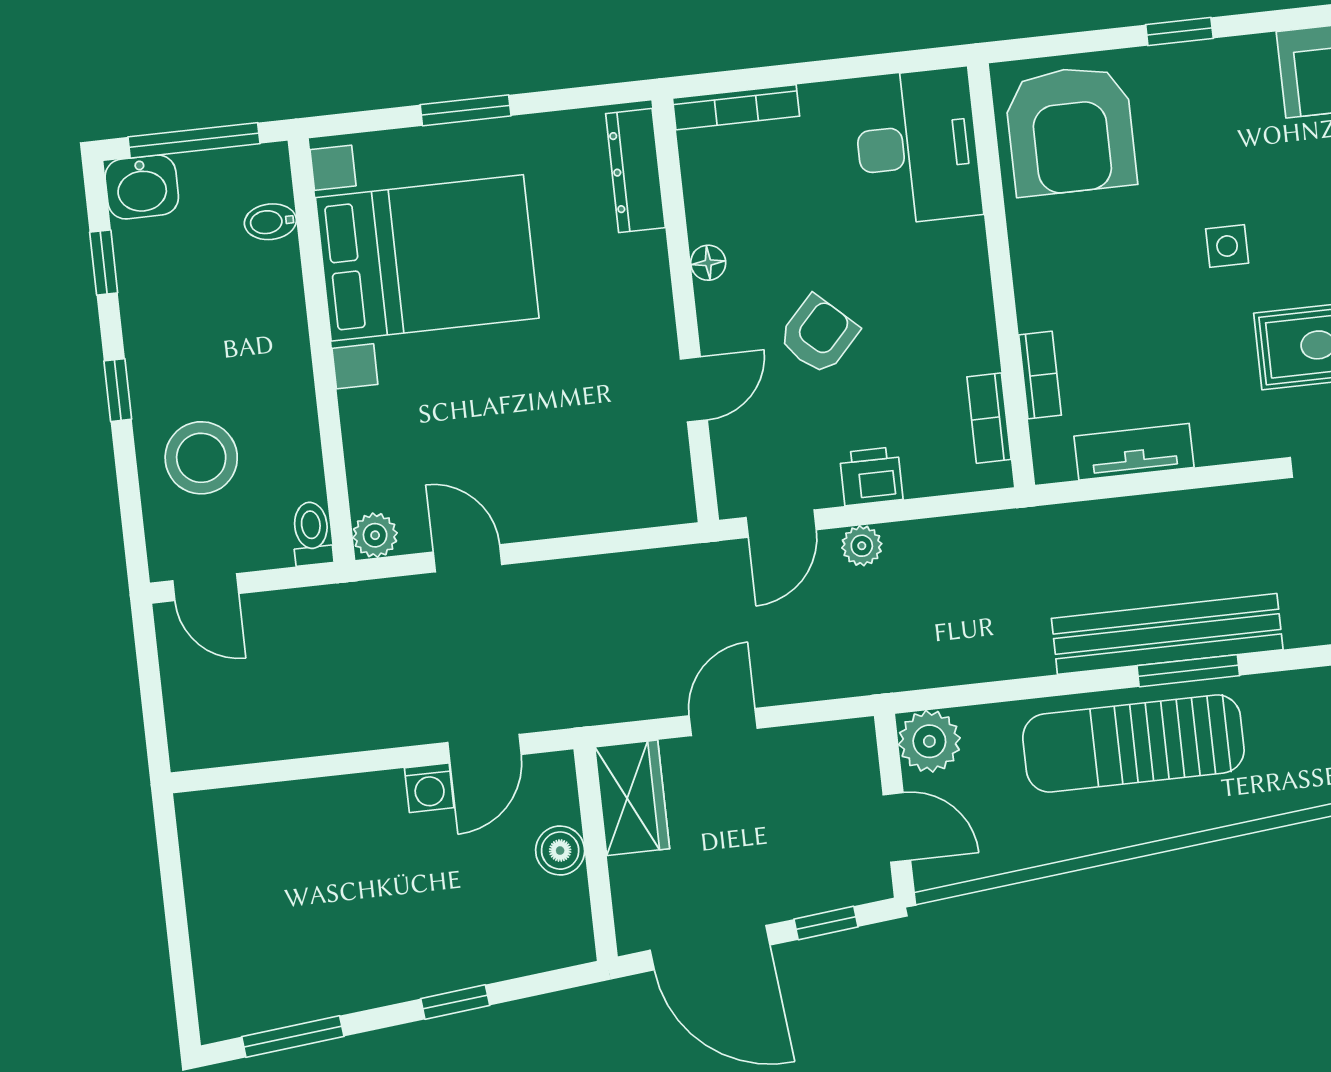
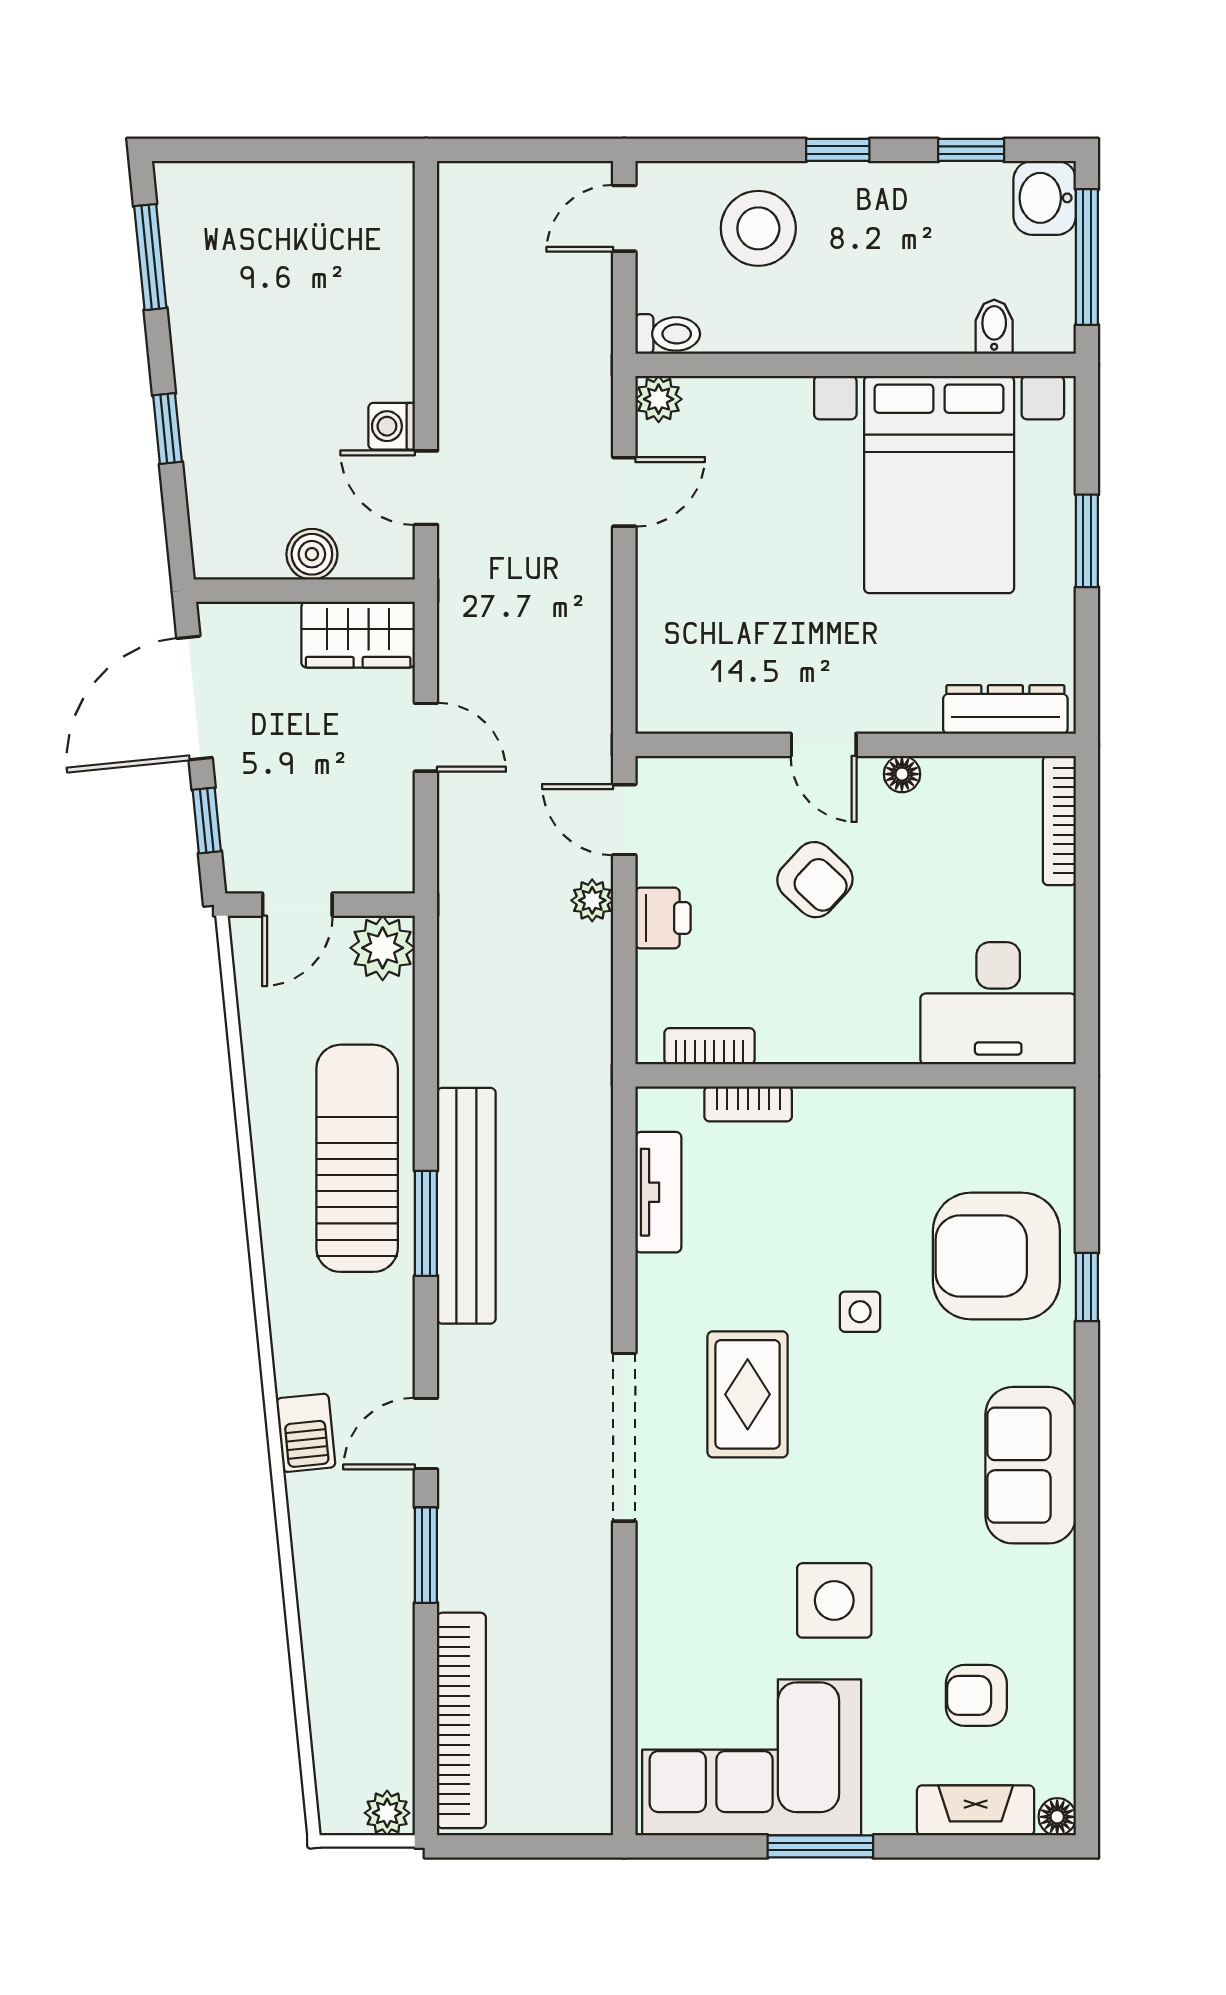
armchair: (1071, 130) -> (996, 1256), moved
door: (694, 389) -> (824, 745), moved

